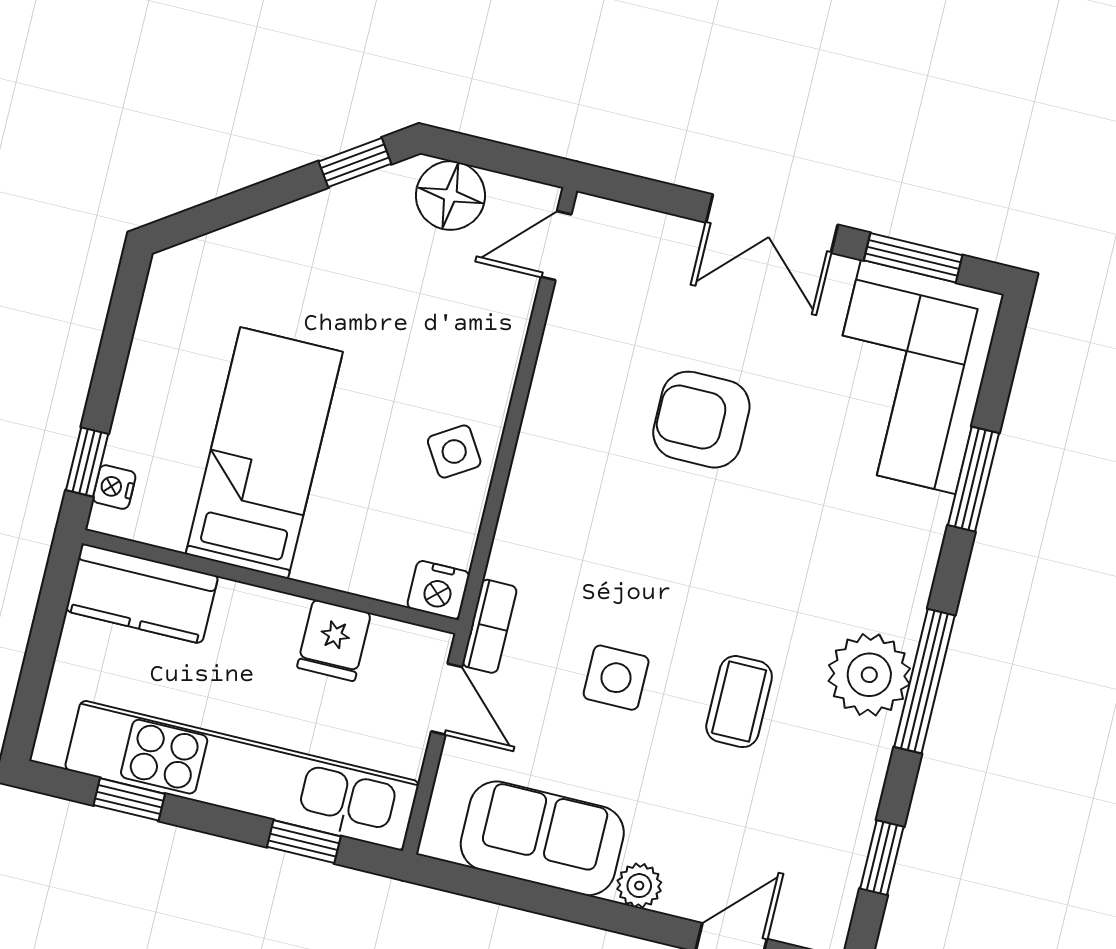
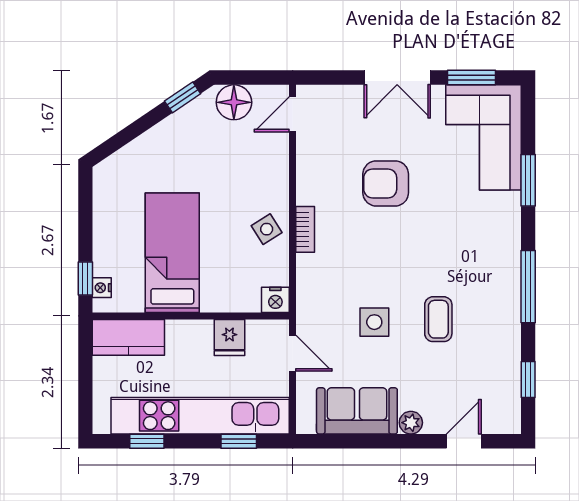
bookcase: (489, 626) -> (305, 229), moved
plant: (869, 675) -> (500, 290), removed

